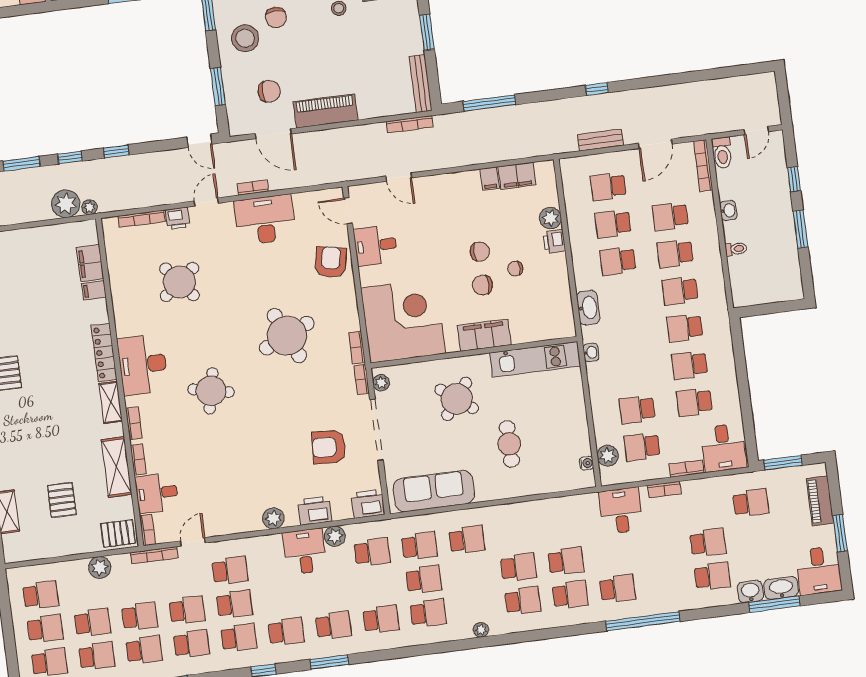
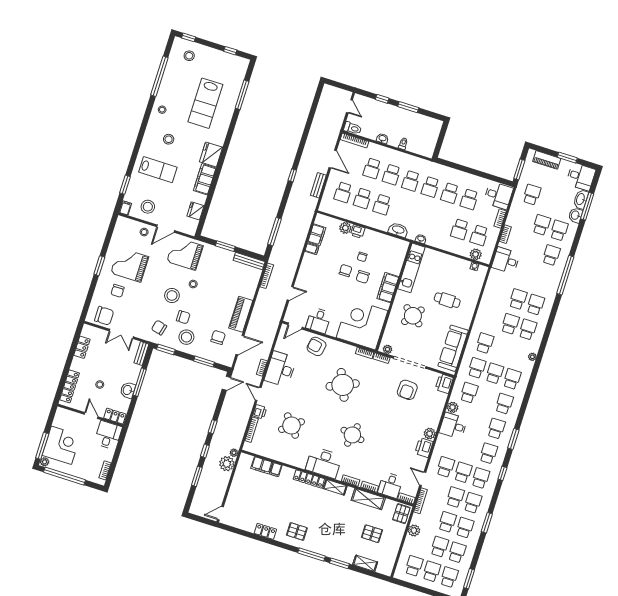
printer: (315, 511) -> (424, 448), moved
school desk: (618, 588) -> (551, 255), moved

